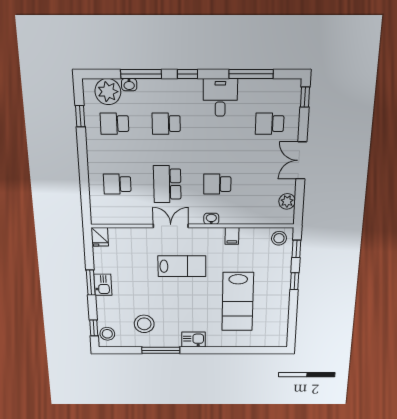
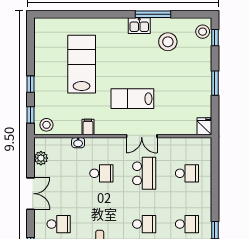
washbasin: (211, 219) -> (78, 143), moved
kitchen sink: (103, 285) -> (204, 81), removed
kitchen sink: (194, 339) -> (139, 26), moved

